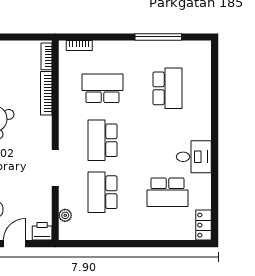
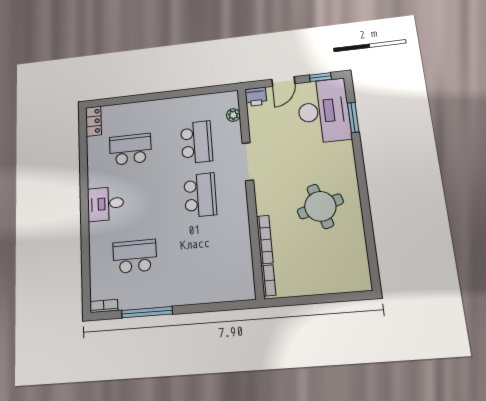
bookcase: (79, 45) -> (104, 306), moved
school desk: (103, 88) -> (204, 250), removed
school desk: (167, 88) -> (135, 256), turned 90
desk: (194, 157) -> (105, 204), moved

